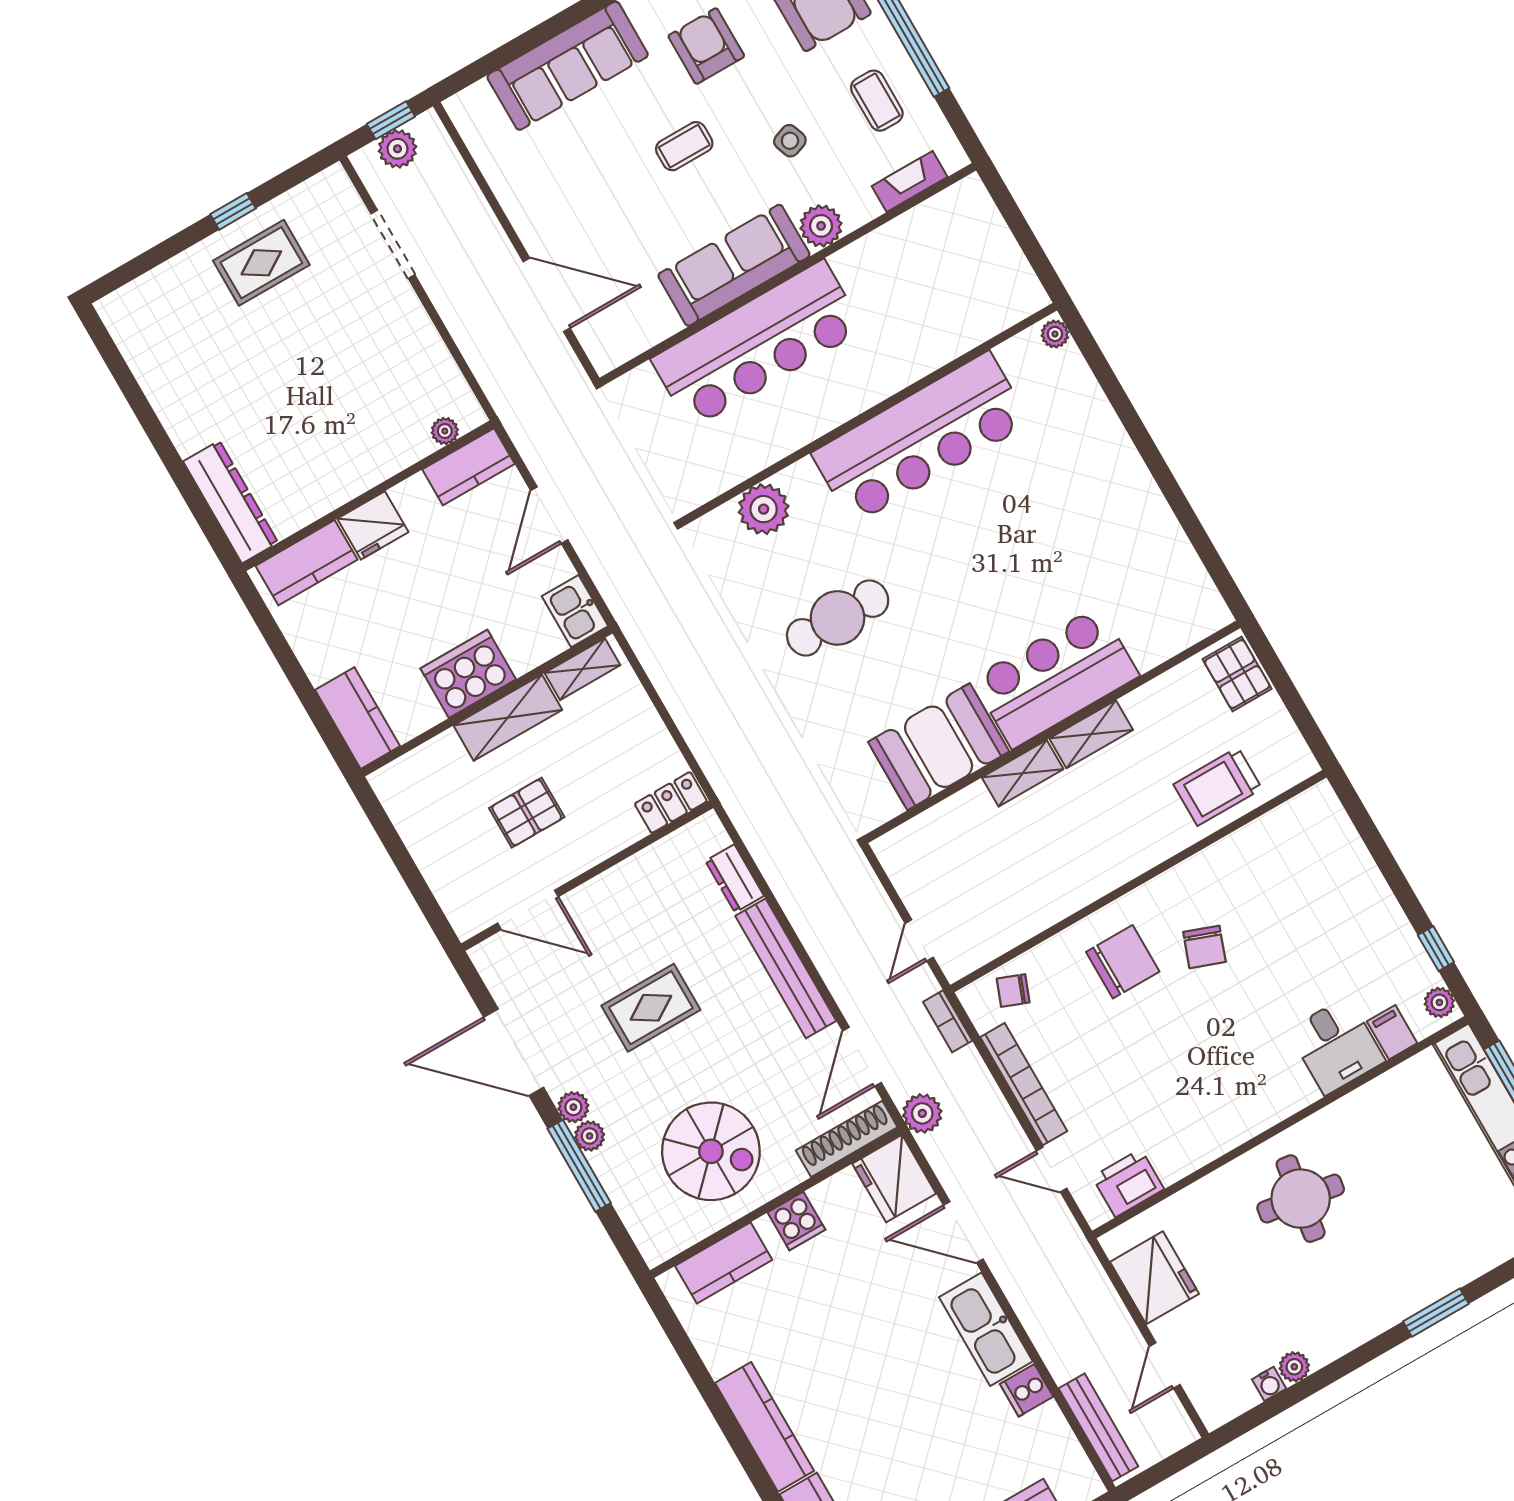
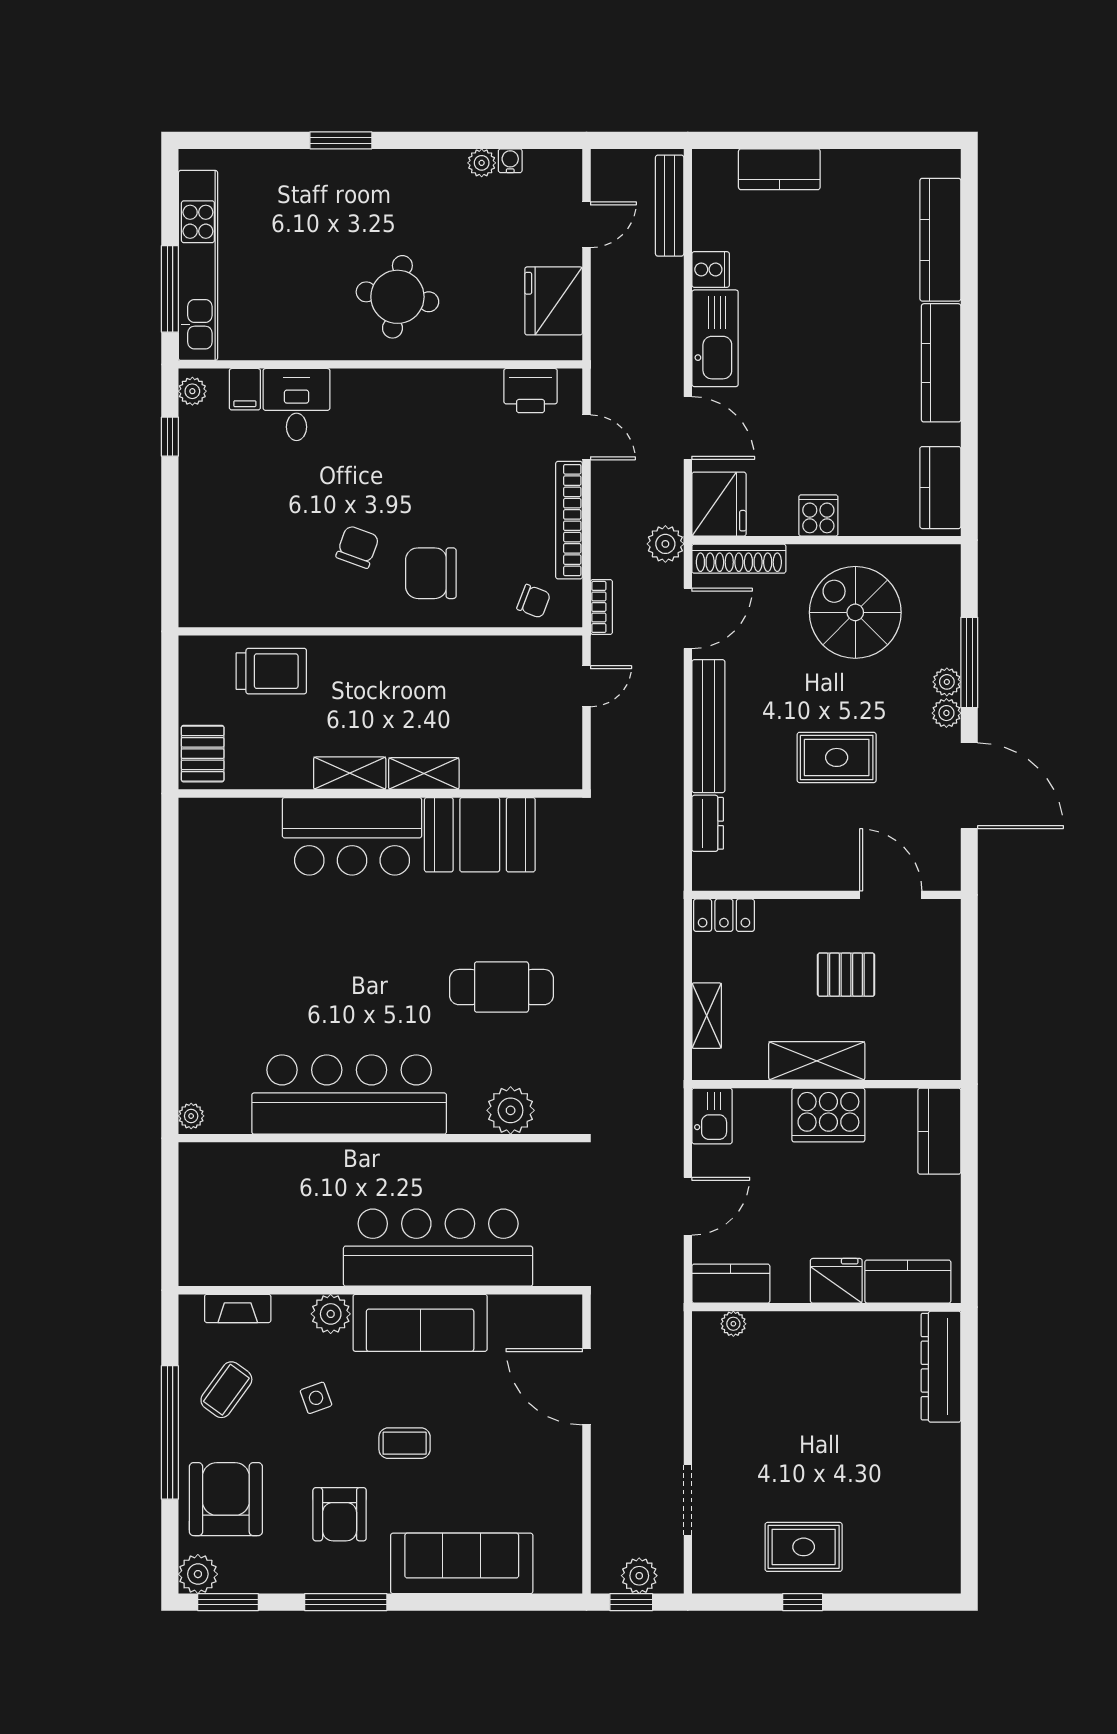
coffee table: (877, 101) -> (226, 1390), turned 36
shelving: (582, 669) -> (707, 1016), moved, turned 90
kitchen counter: (724, 1263) -> (940, 488), moved, turned -90

